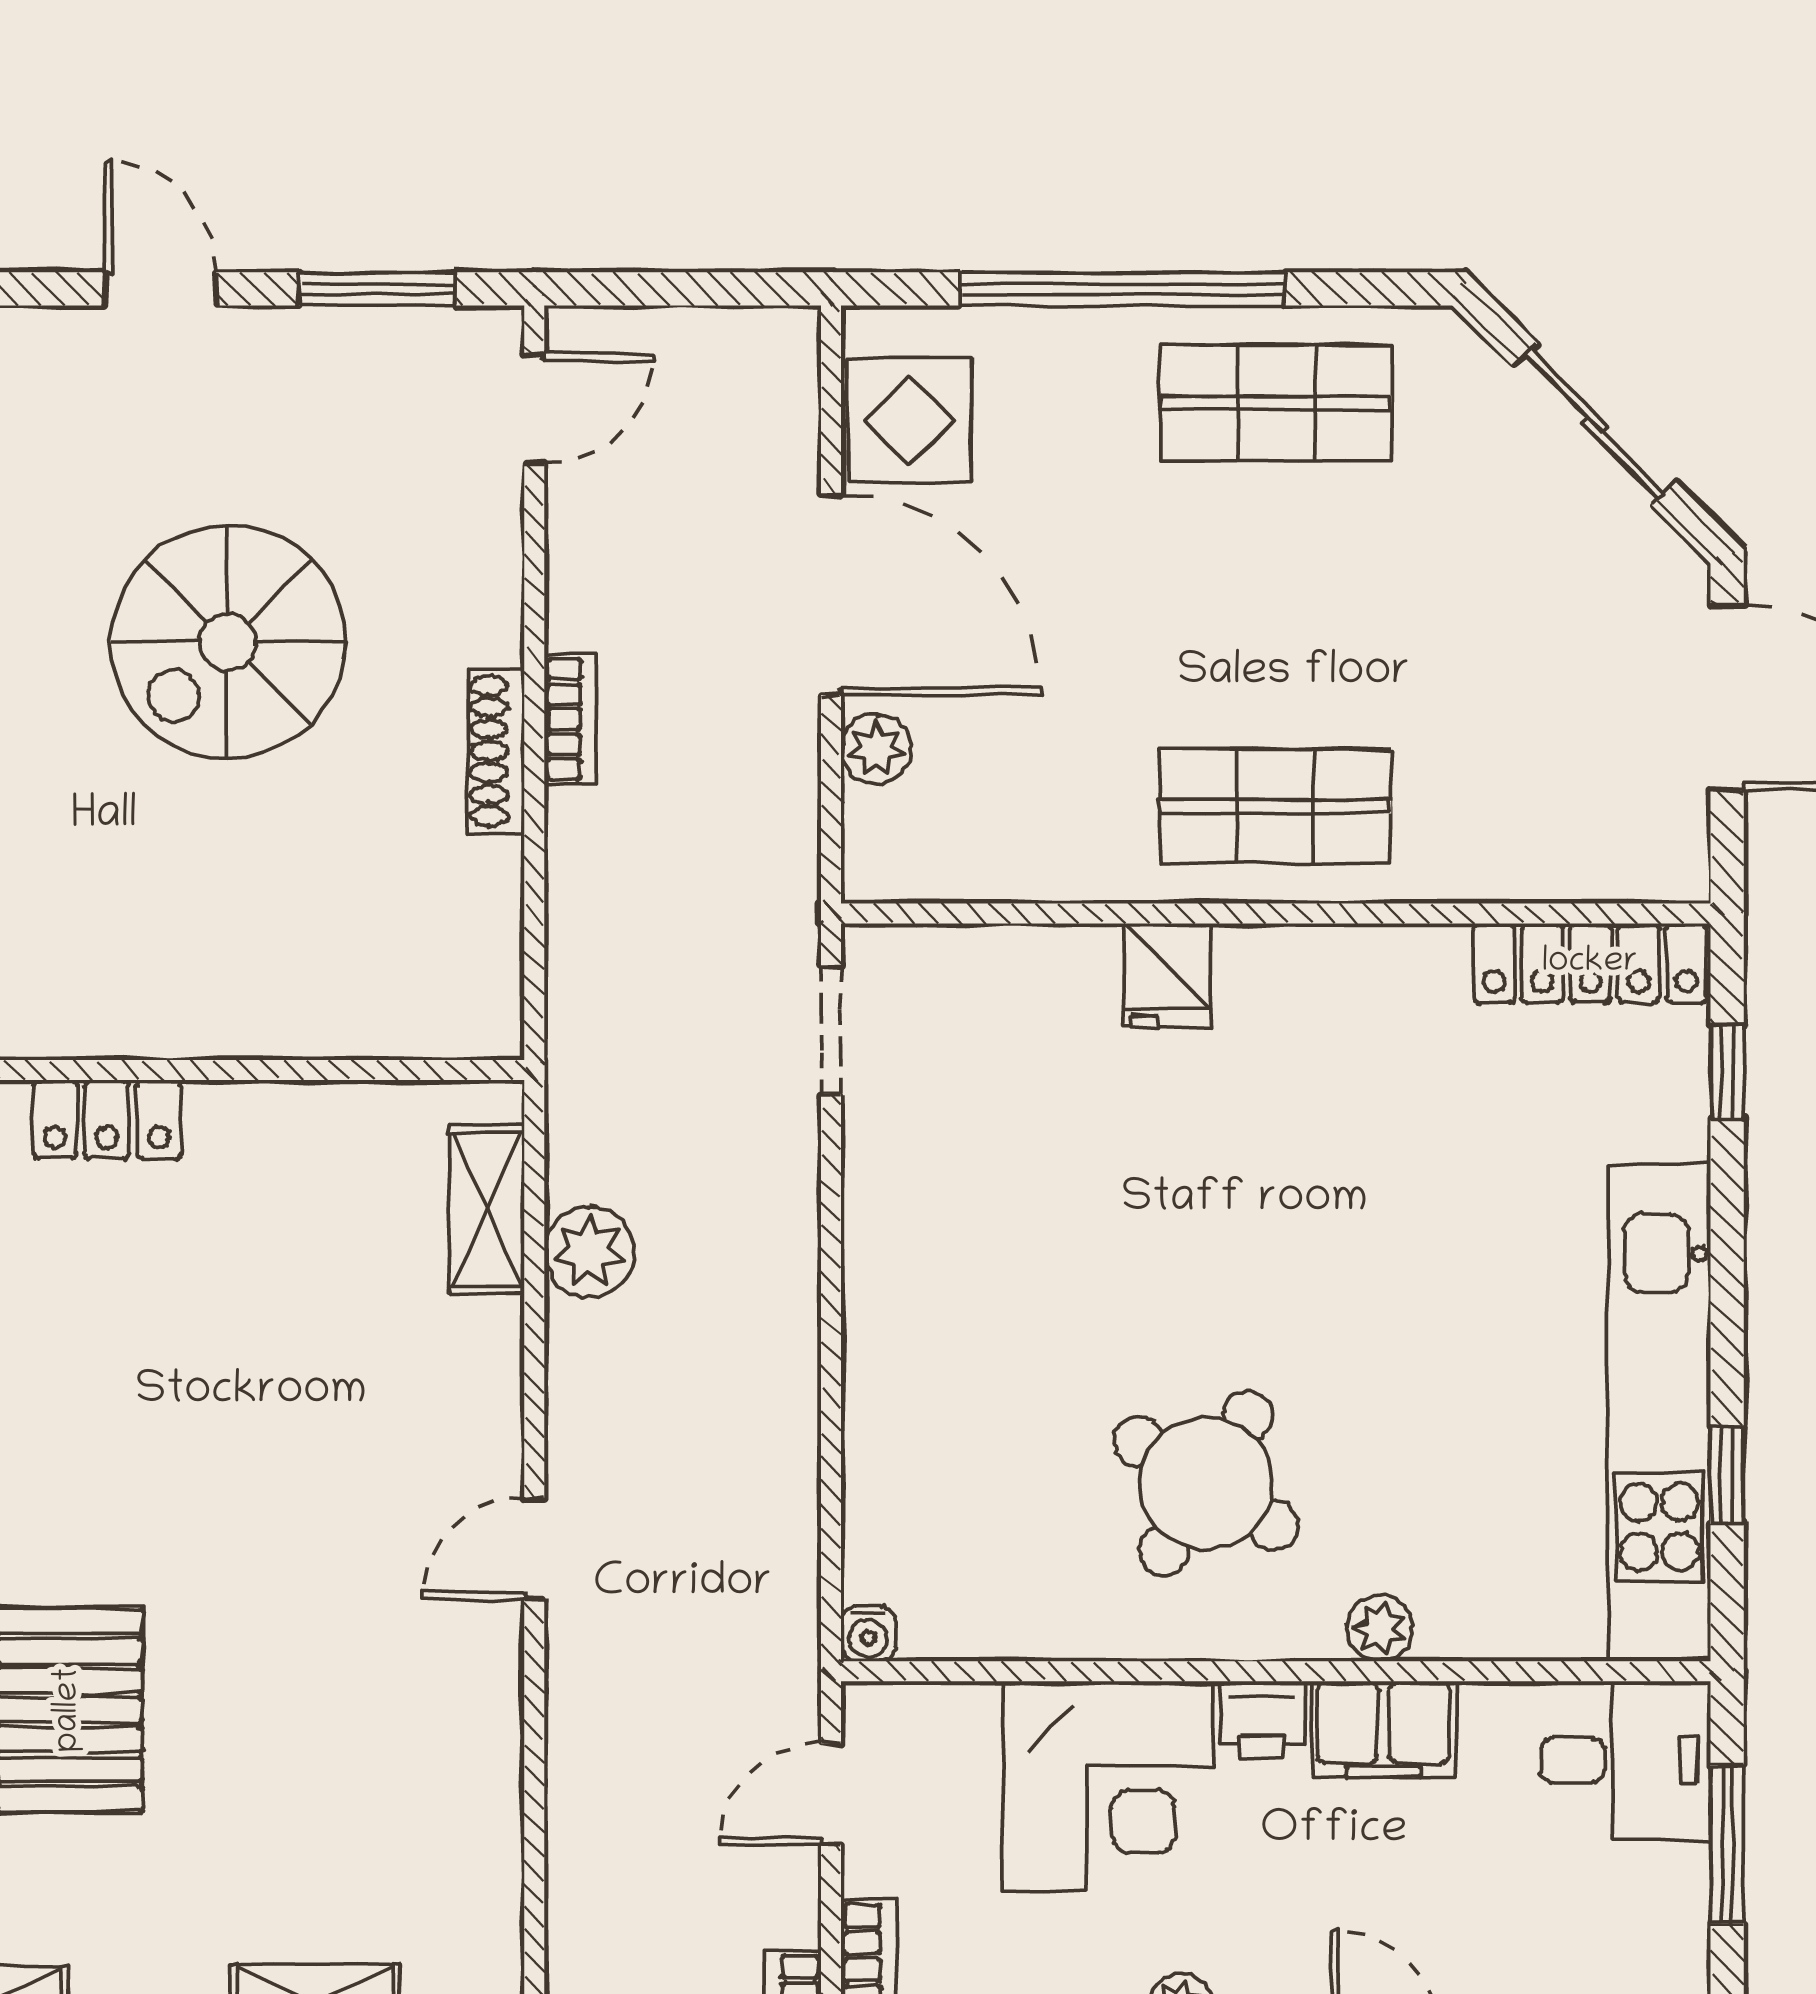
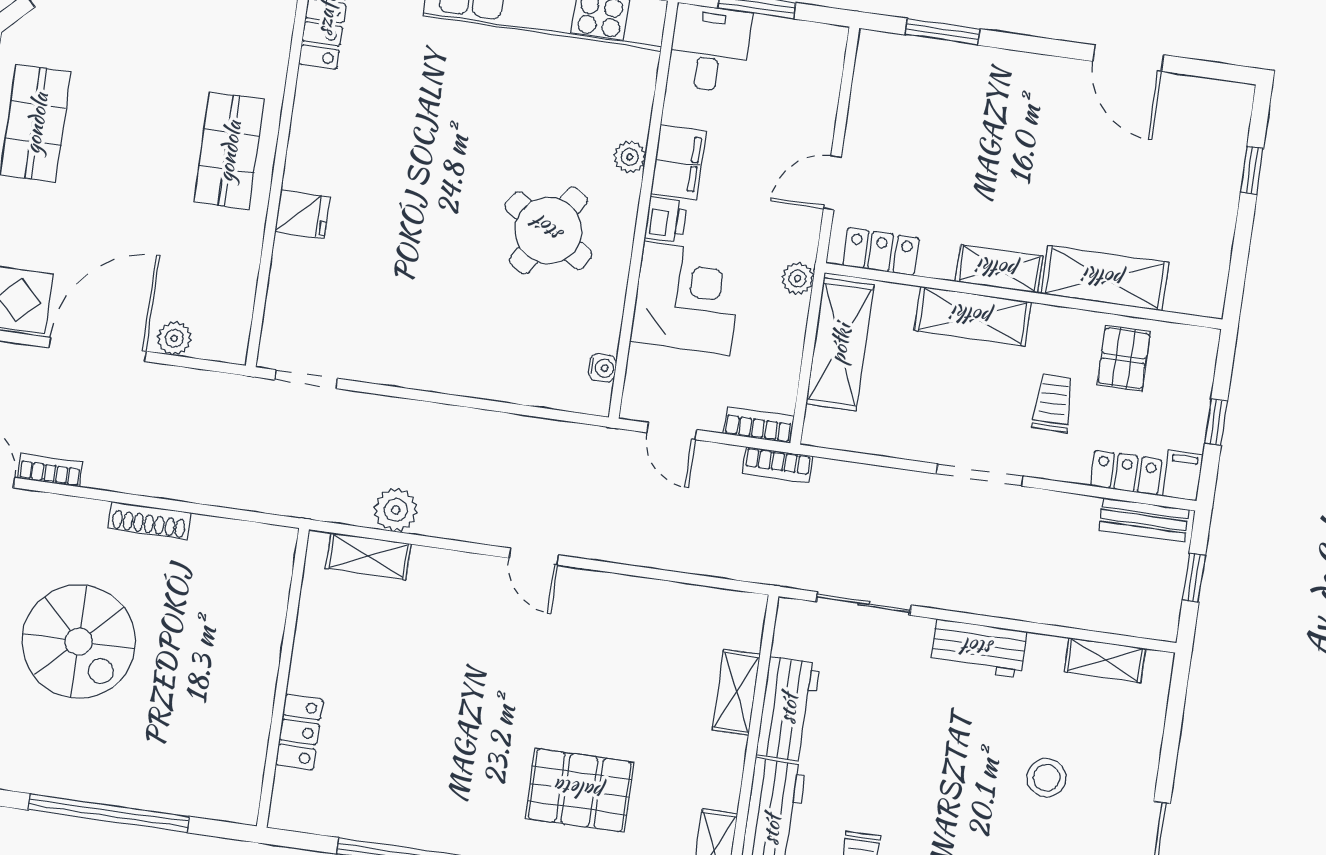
bookcase: (570, 719) -> (50, 470), moved
water cooler: (868, 1634) -> (602, 368), moved

